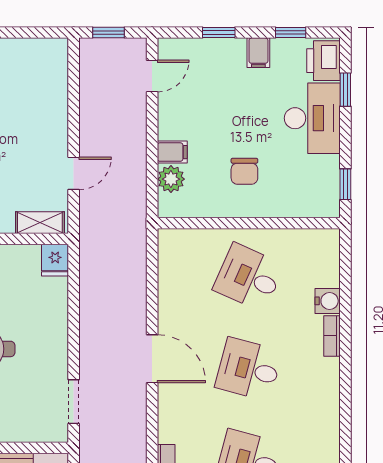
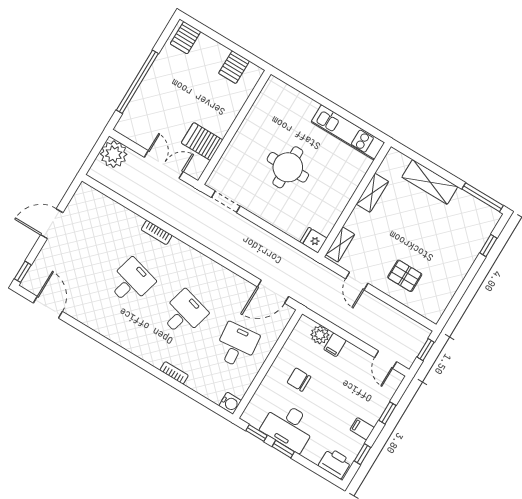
window: (345, 90) -> (283, 449), moved
pallet: (30, 116) -> (405, 276), added
desk: (312, 118) -> (289, 427), moved
desk: (249, 277) -> (237, 345), turned -30
water cooler: (328, 301) -> (230, 403), moved, turned -90
door: (152, 359) -> (273, 292), moved

